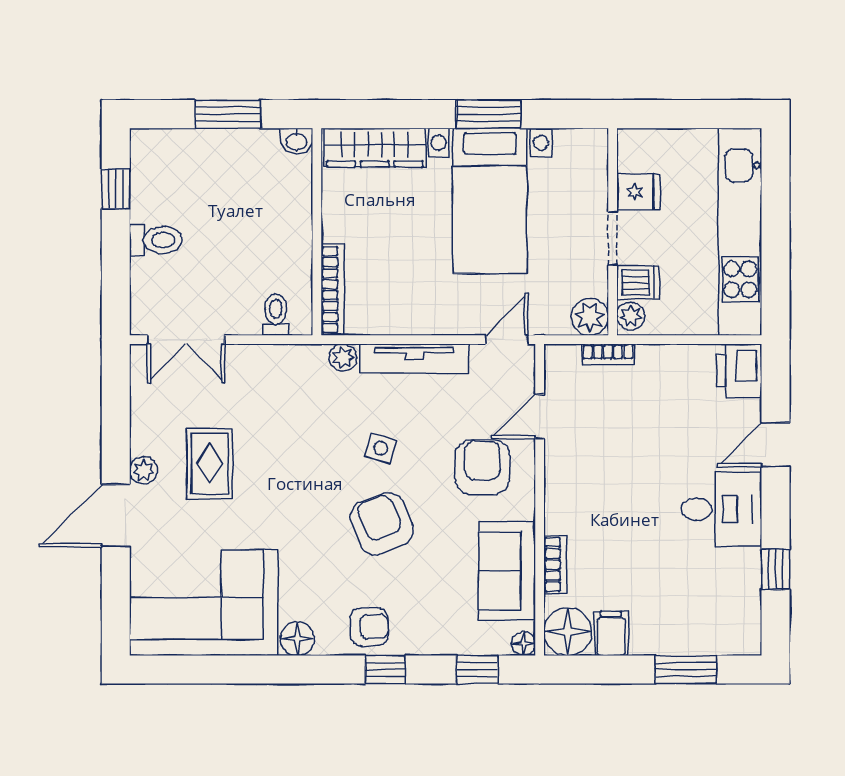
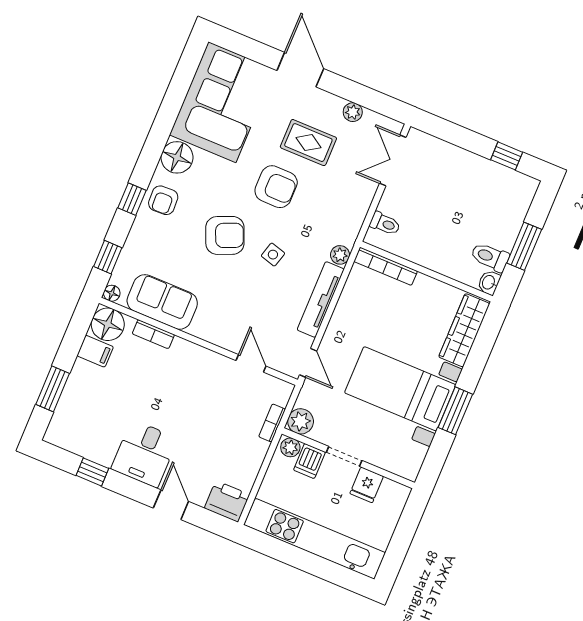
toilet: (156, 240) -> (490, 257), moved, turned 90
armchair: (482, 467) -> (276, 187), moved
plant: (144, 470) -> (353, 112), moved
floor lamp: (297, 639) -> (177, 157), width x1.38, depth x1.38

